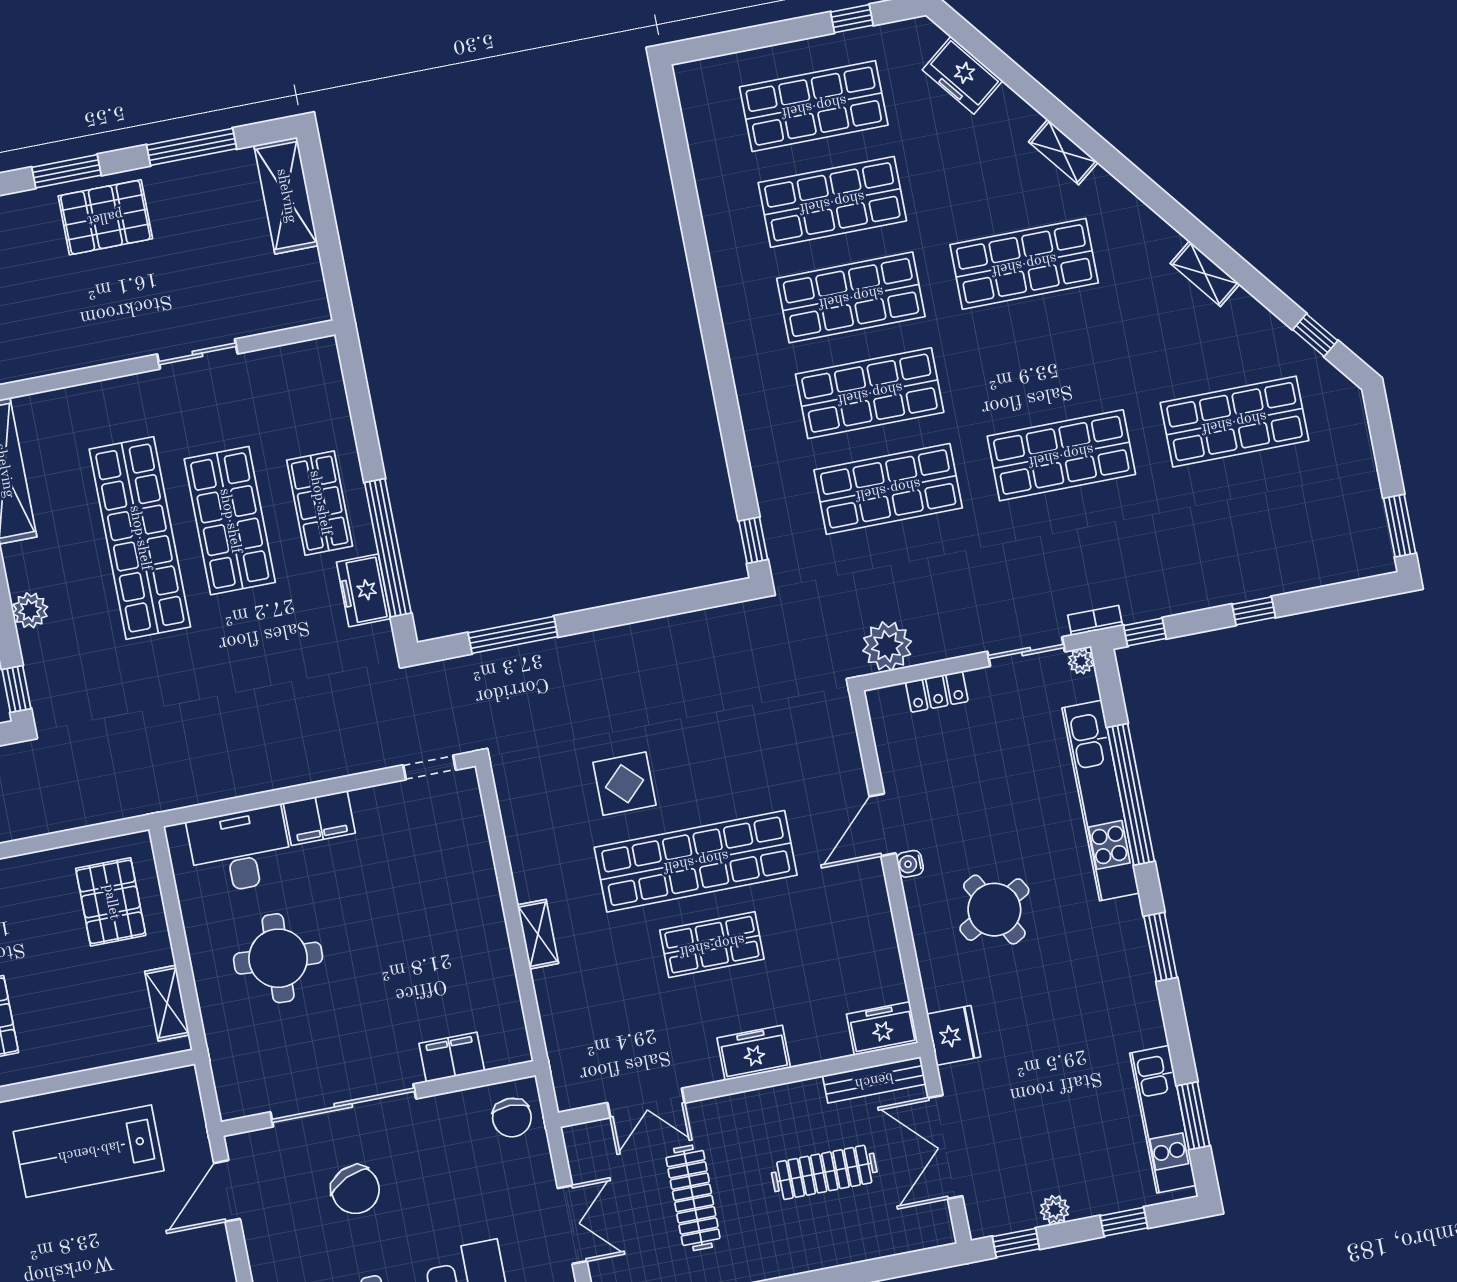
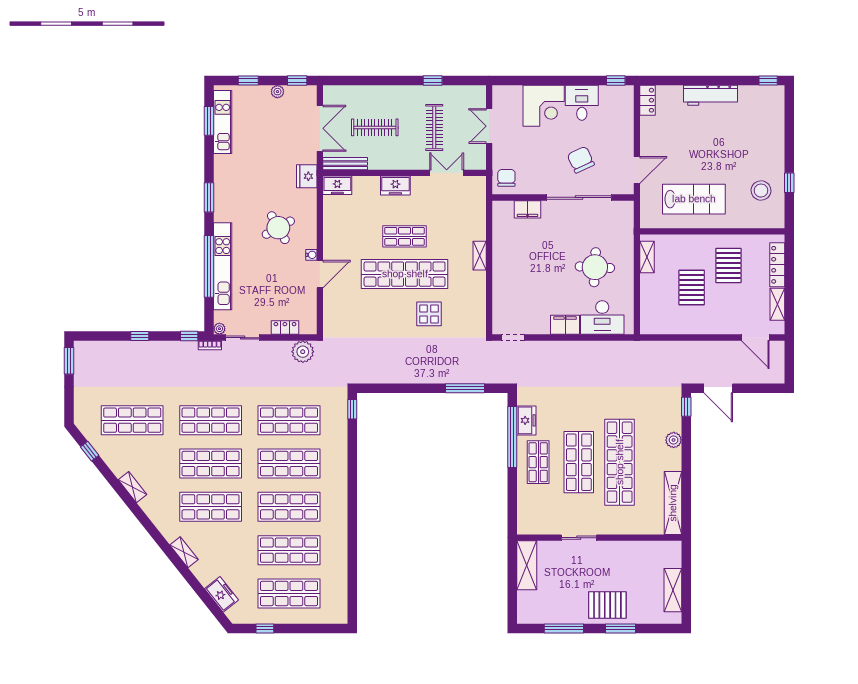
shelving: (286, 196) -> (527, 565), moved
shop shelf: (1043, 360) -> (211, 463), added
pallet: (111, 902) -> (692, 287), moved

